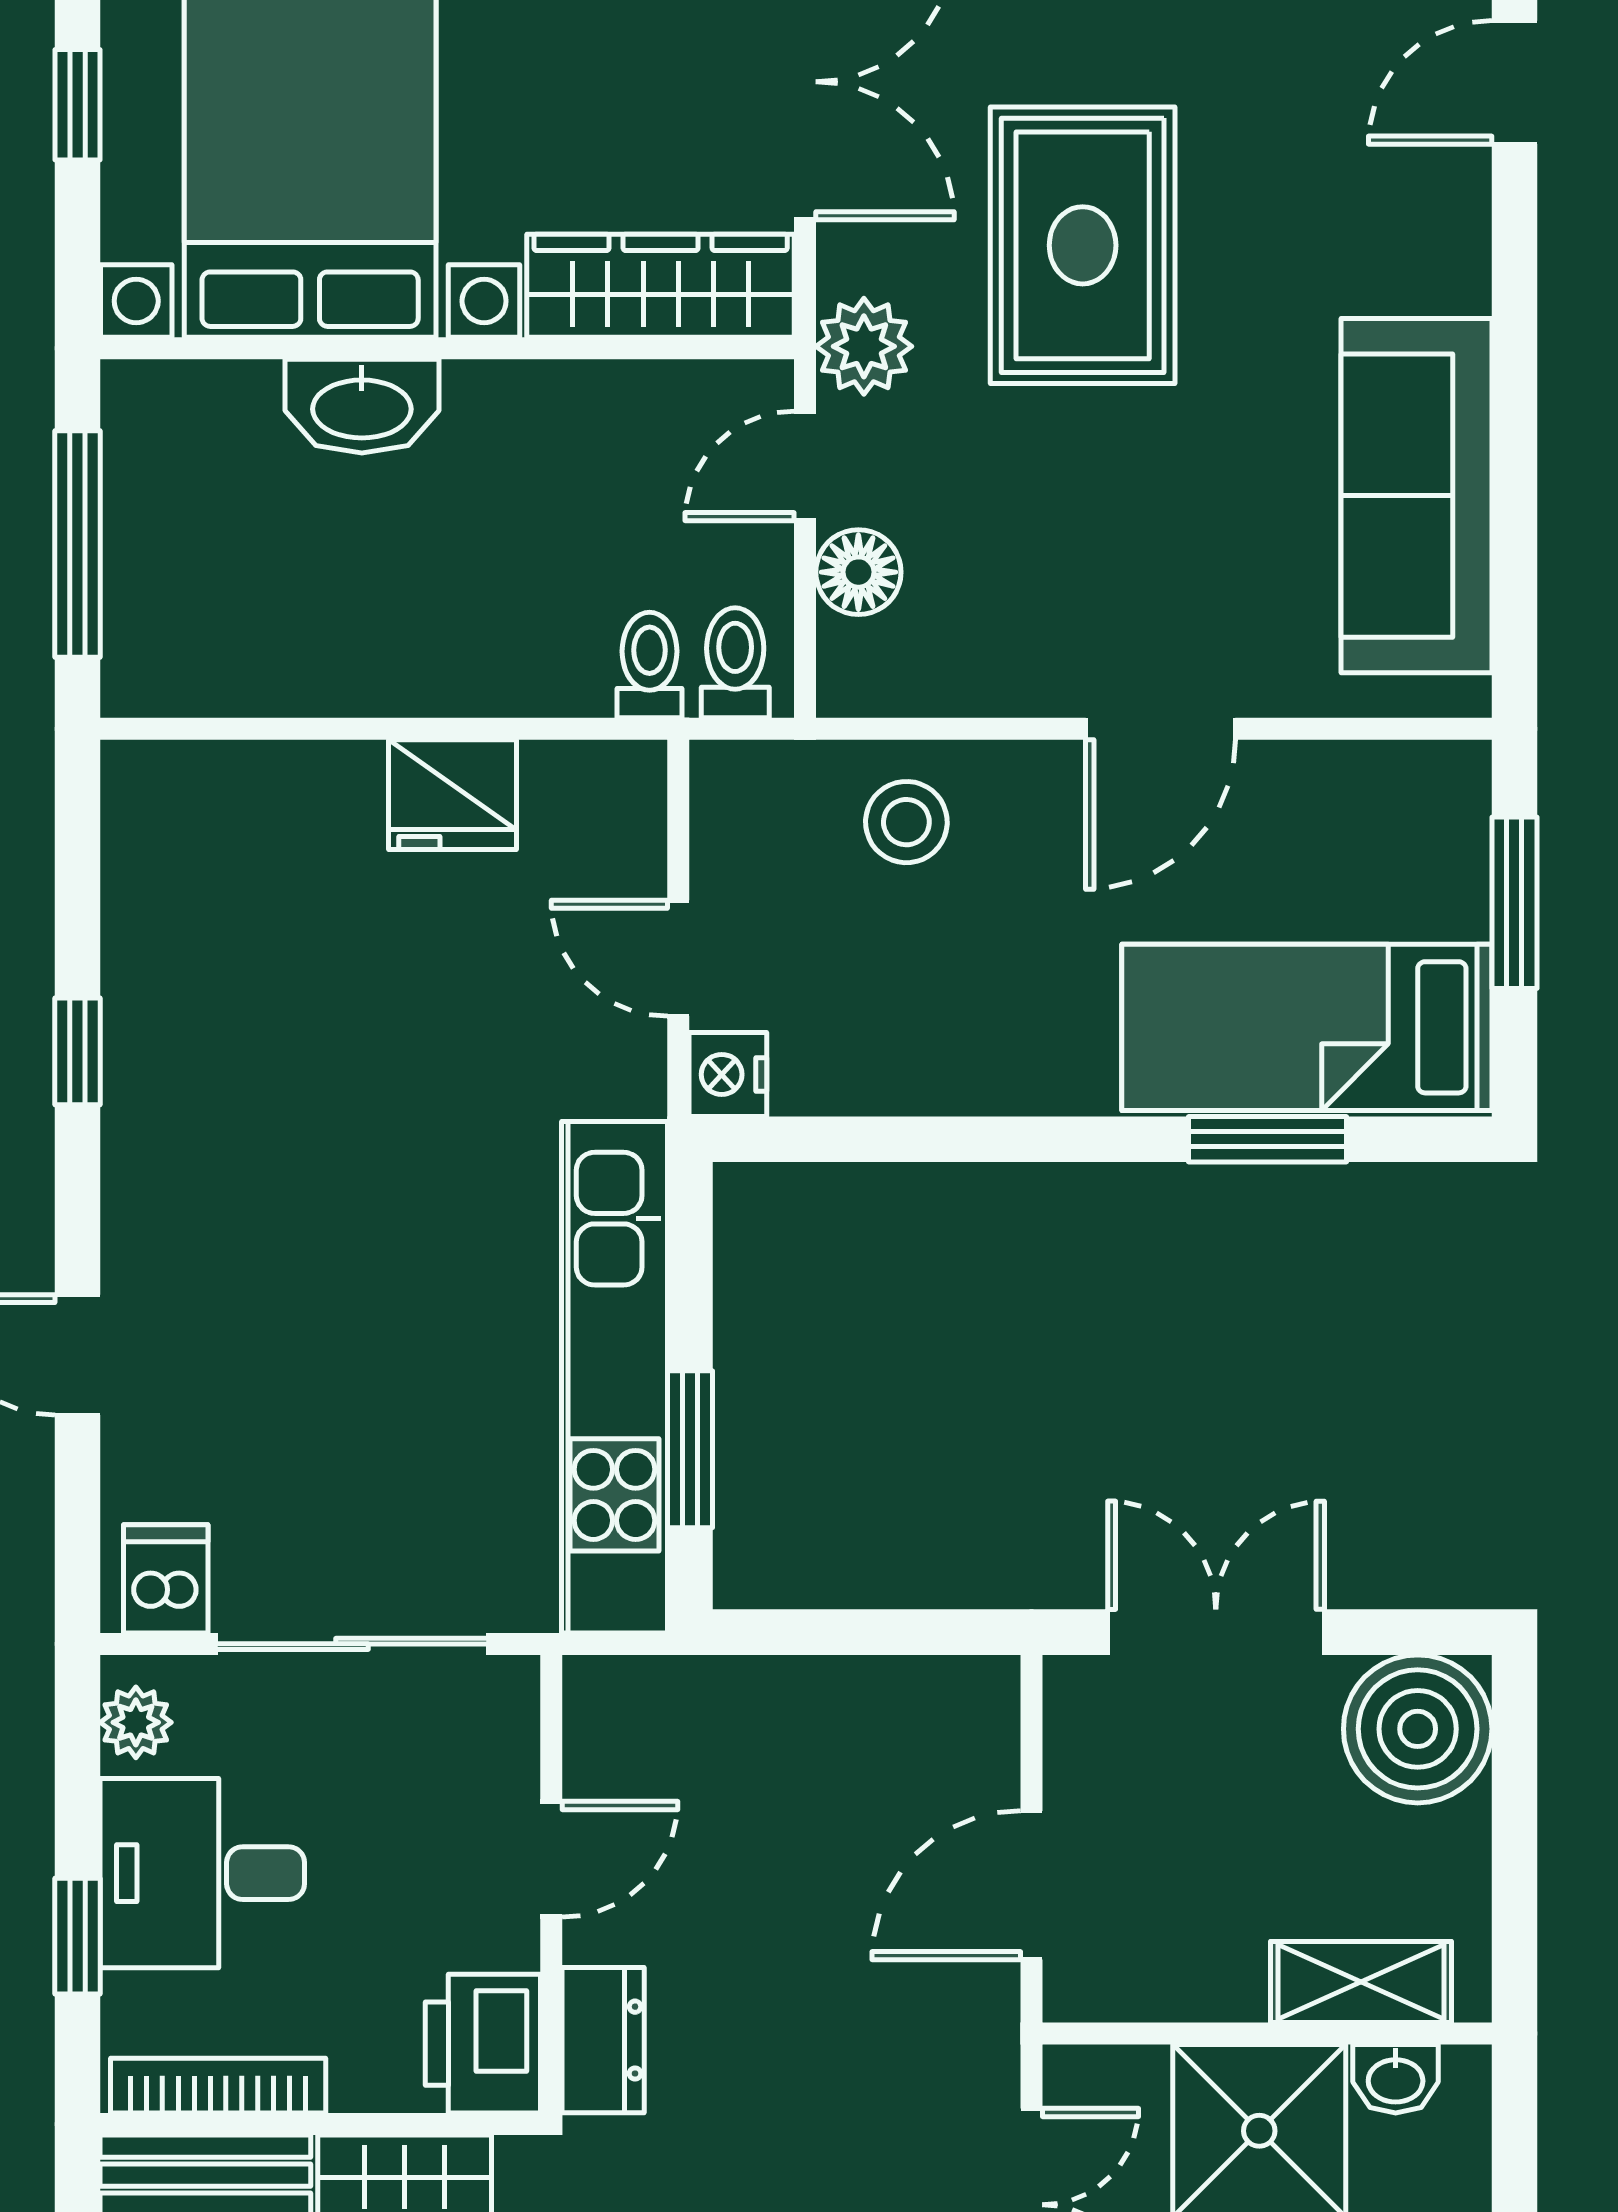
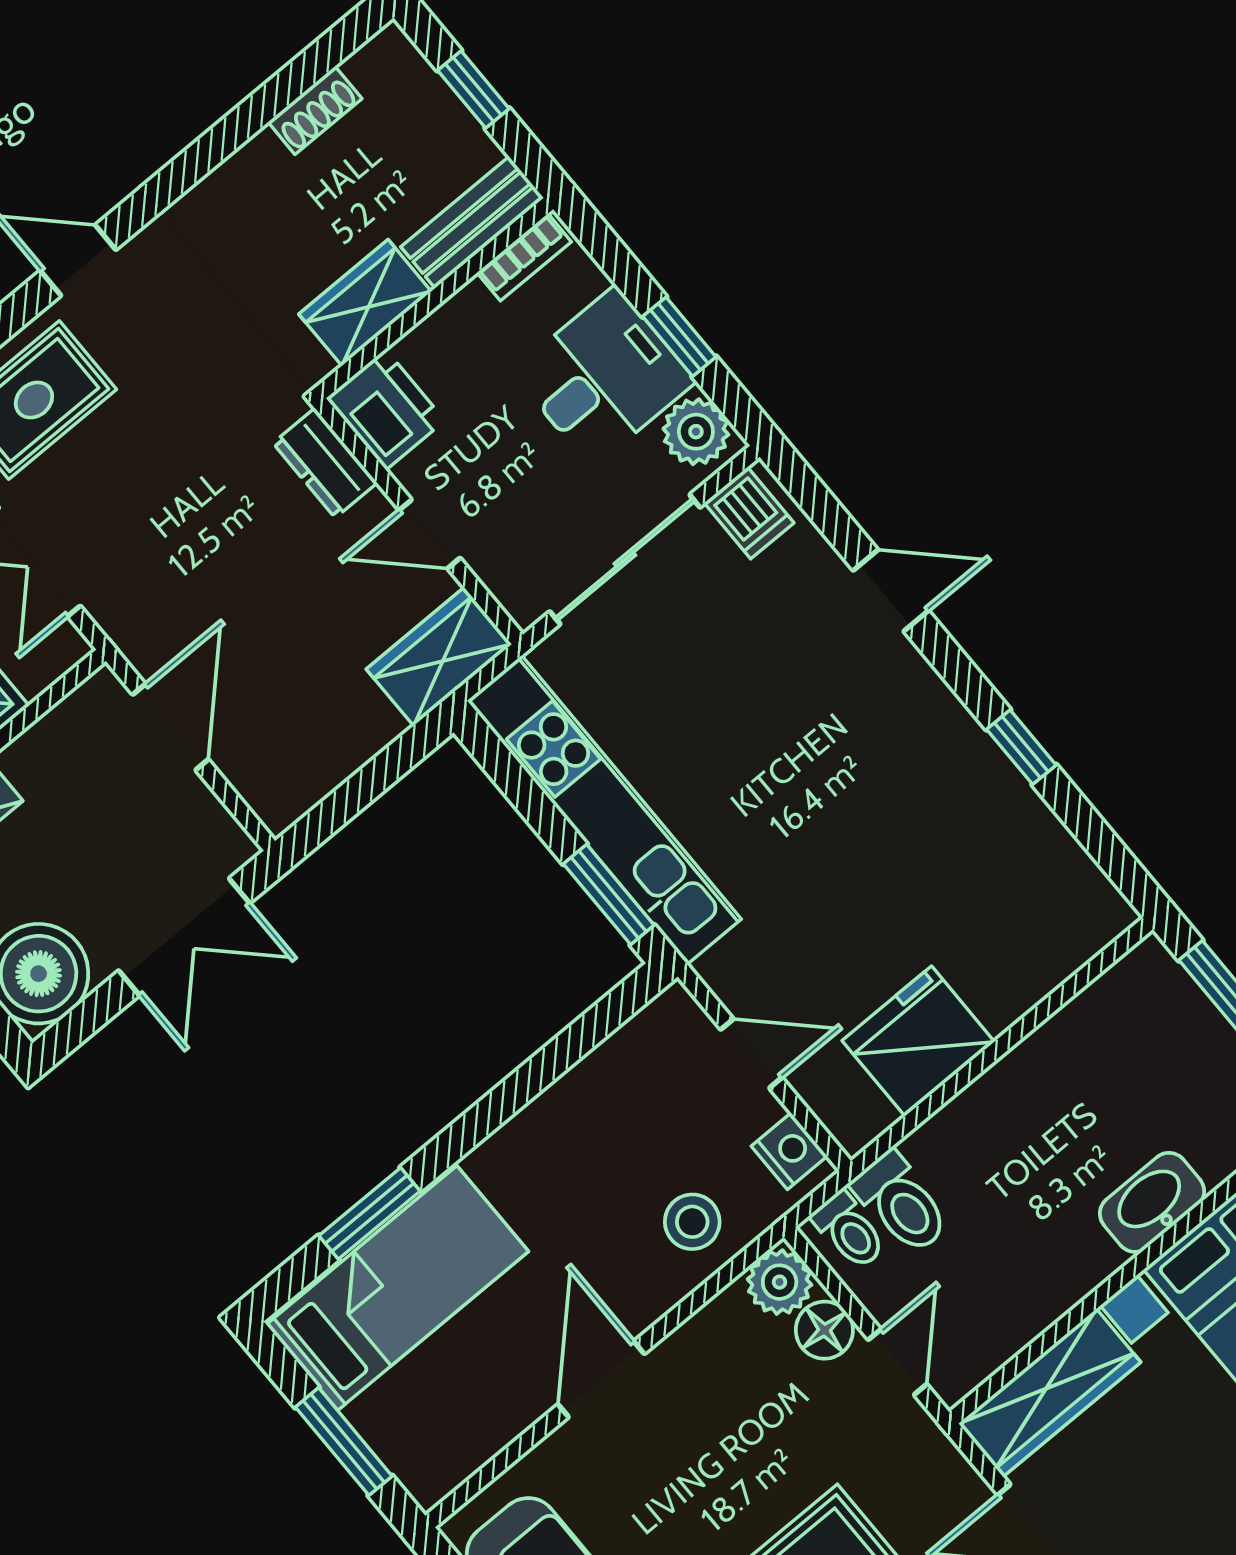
plant: (864, 346) -> (780, 1282), moved
toilet: (650, 665) -> (901, 1203), width x1.37, depth x1.39
fridge: (453, 795) -> (918, 1041), width x1.36, depth x1.34
nightstand: (728, 1074) -> (789, 1151), moved
window: (690, 1449) -> (609, 895), moved
wardrobe: (657, 1710) -> (439, 657), added
plant: (136, 1722) -> (696, 432), width x1.38, depth x1.38
door: (551, 1859) -> (430, 534), hinge flipped
window: (78, 1936) -> (679, 337), moved
bookcase: (218, 2086) -> (524, 257), width x0.64

